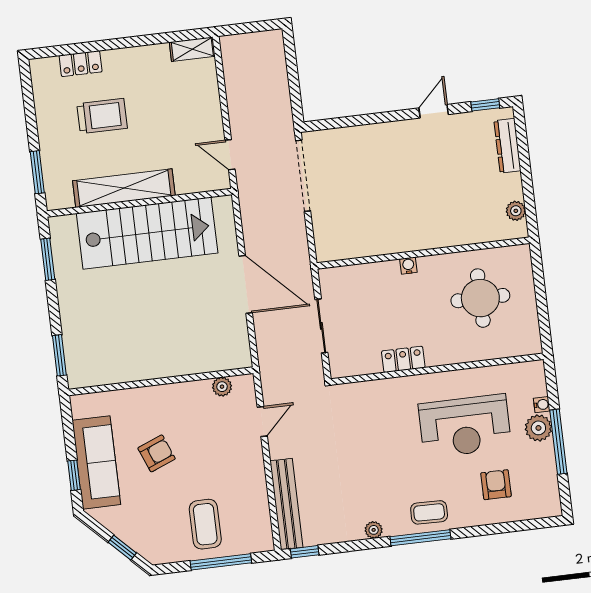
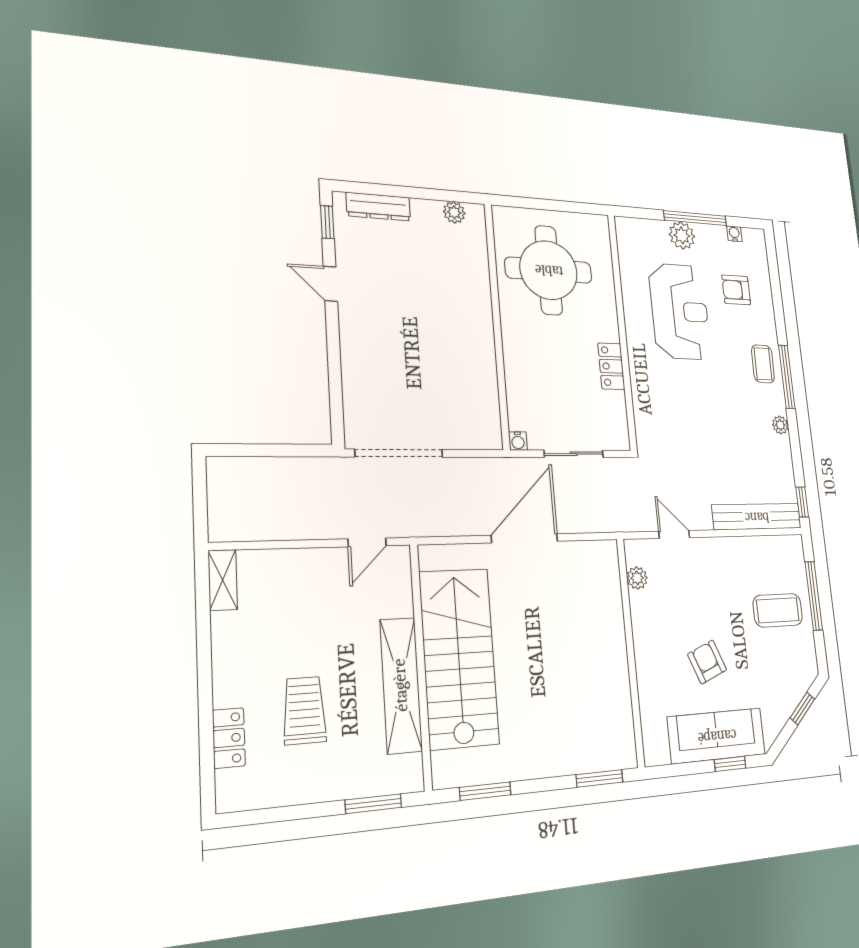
water cooler: (408, 266) -> (518, 441), moved, turned -90
round table: (480, 298) -> (549, 270), width x1.36, depth x1.36
water cooler: (542, 405) -> (734, 234), moved

